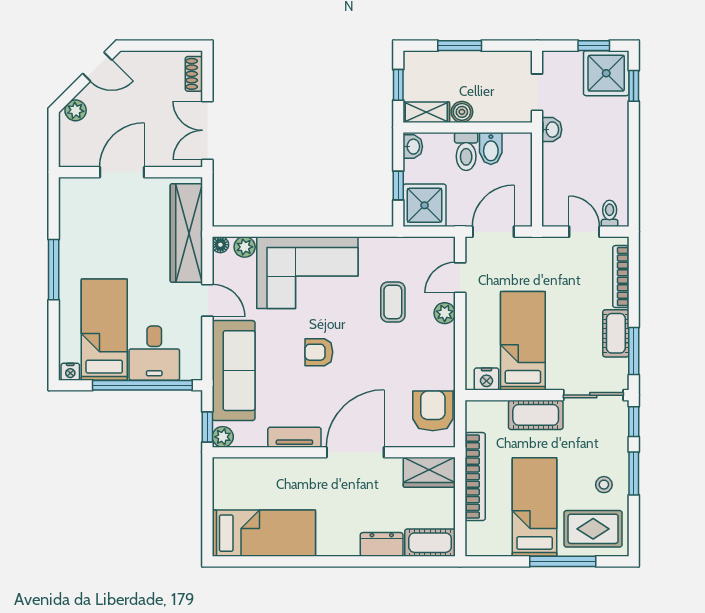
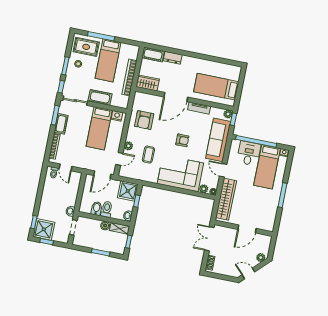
double door: (207, 130) -> (209, 239), swing flipped
armchair: (433, 411) -> (144, 120), moved
bed: (264, 533) -> (216, 87), moved

